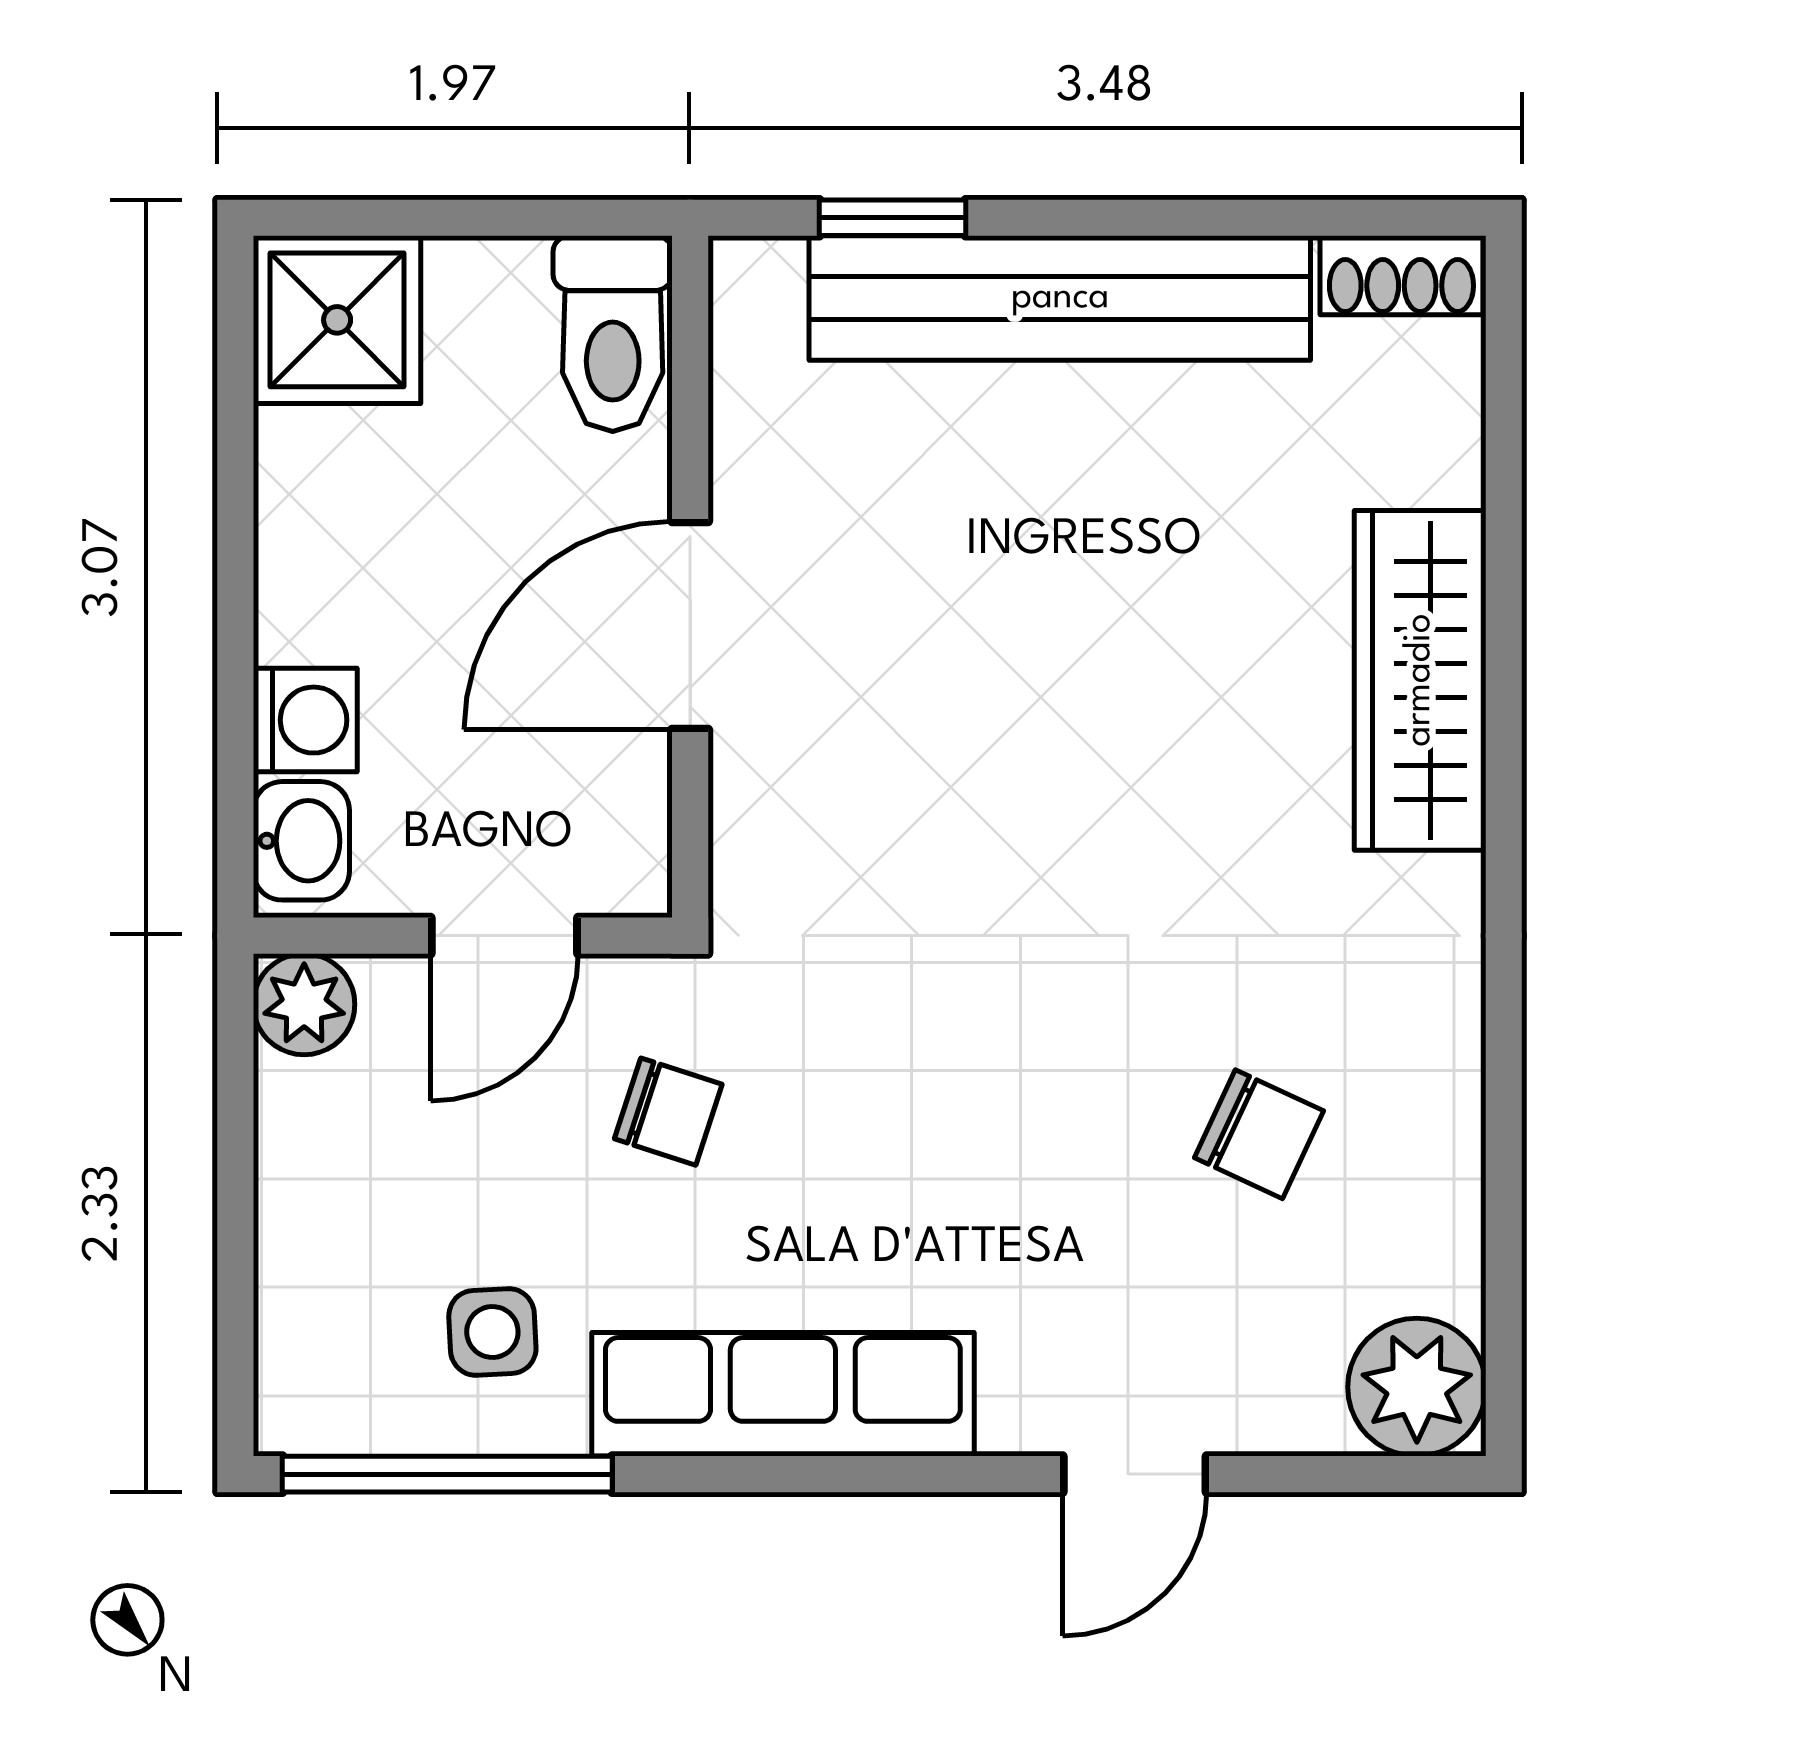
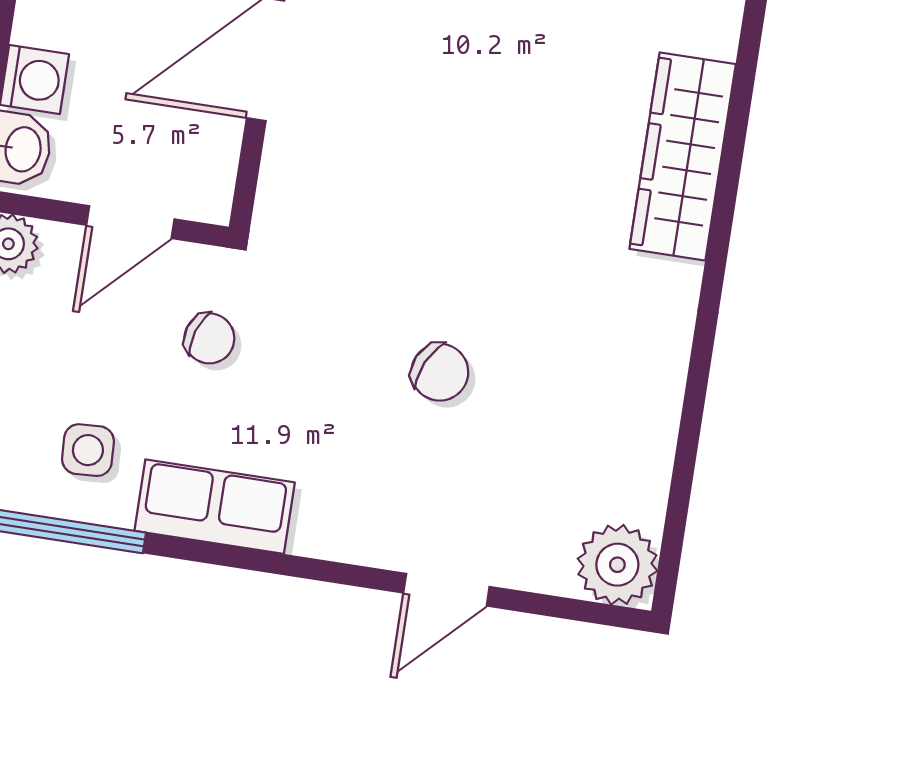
chair: (1259, 1134) -> (440, 372), moved
row of seats: (783, 1394) -> (215, 507), width x0.68

